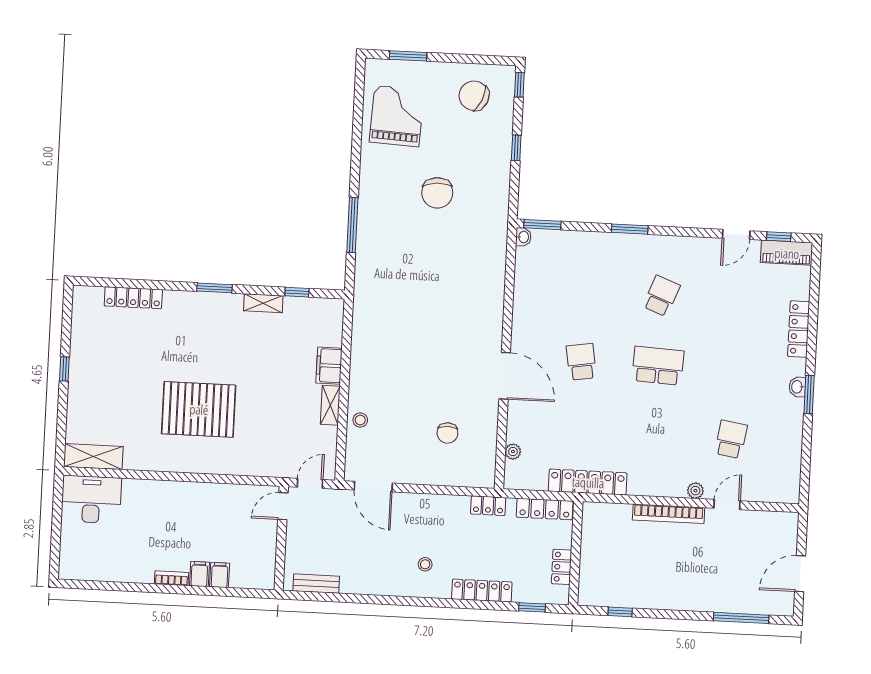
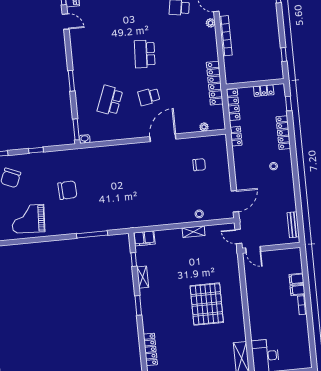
school desk: (661, 296) -> (110, 100), moved, width x1.85
filing cabinet: (329, 366) -> (144, 238), moved

